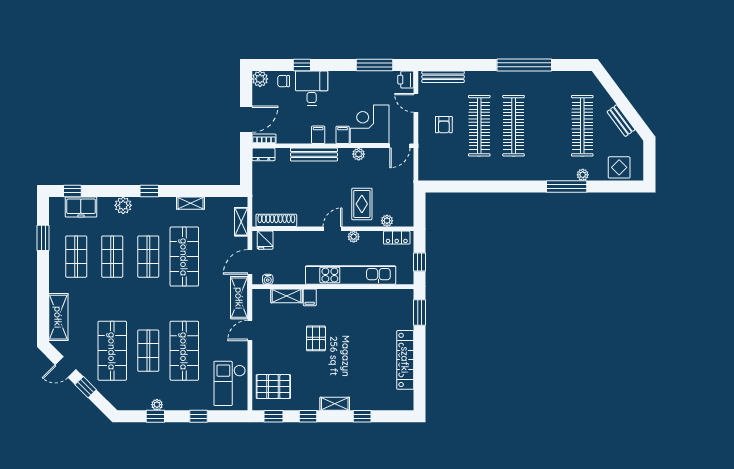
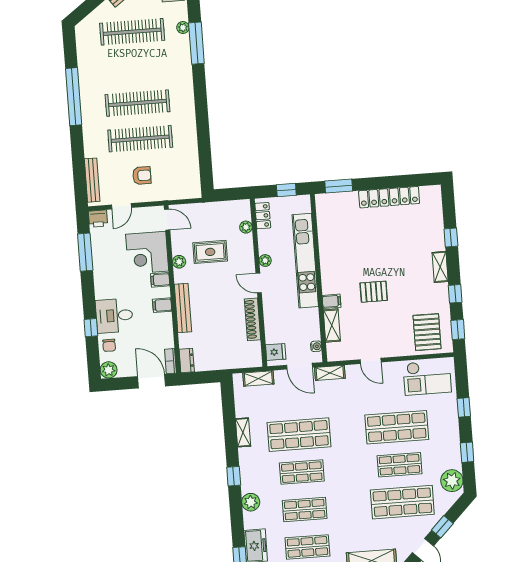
rug: (362, 204) -> (210, 252), moved
shoe rack: (276, 220) -> (252, 319), moved
shelving: (239, 298) -> (330, 373), width x0.67, depth x0.75
plant: (157, 405) -> (452, 481), moved, width x1.88, depth x1.88

